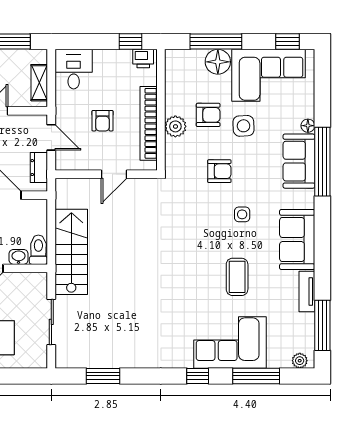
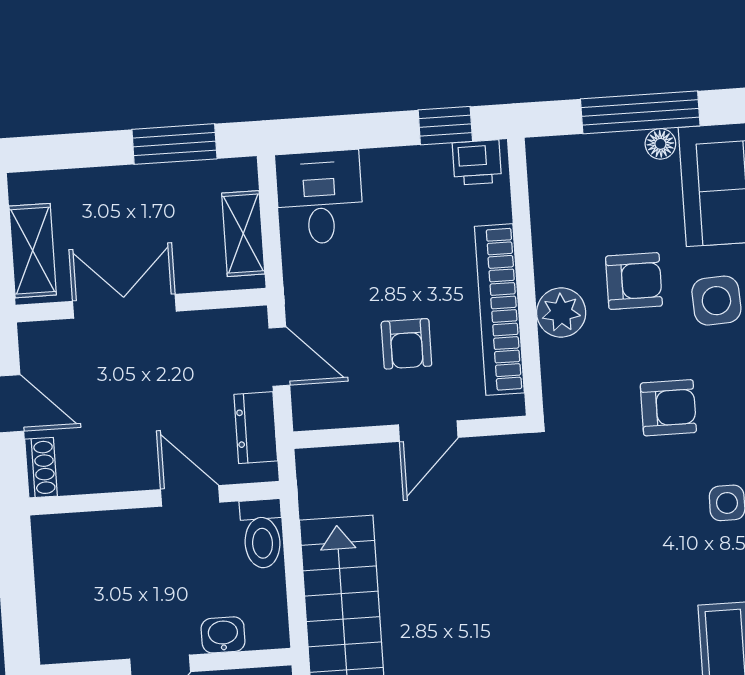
floor lamp: (218, 62) -> (660, 144), width x0.53, depth x0.53
armchair: (102, 121) -> (406, 344), moved
toilet: (38, 250) -> (262, 534), moved, turned 180

